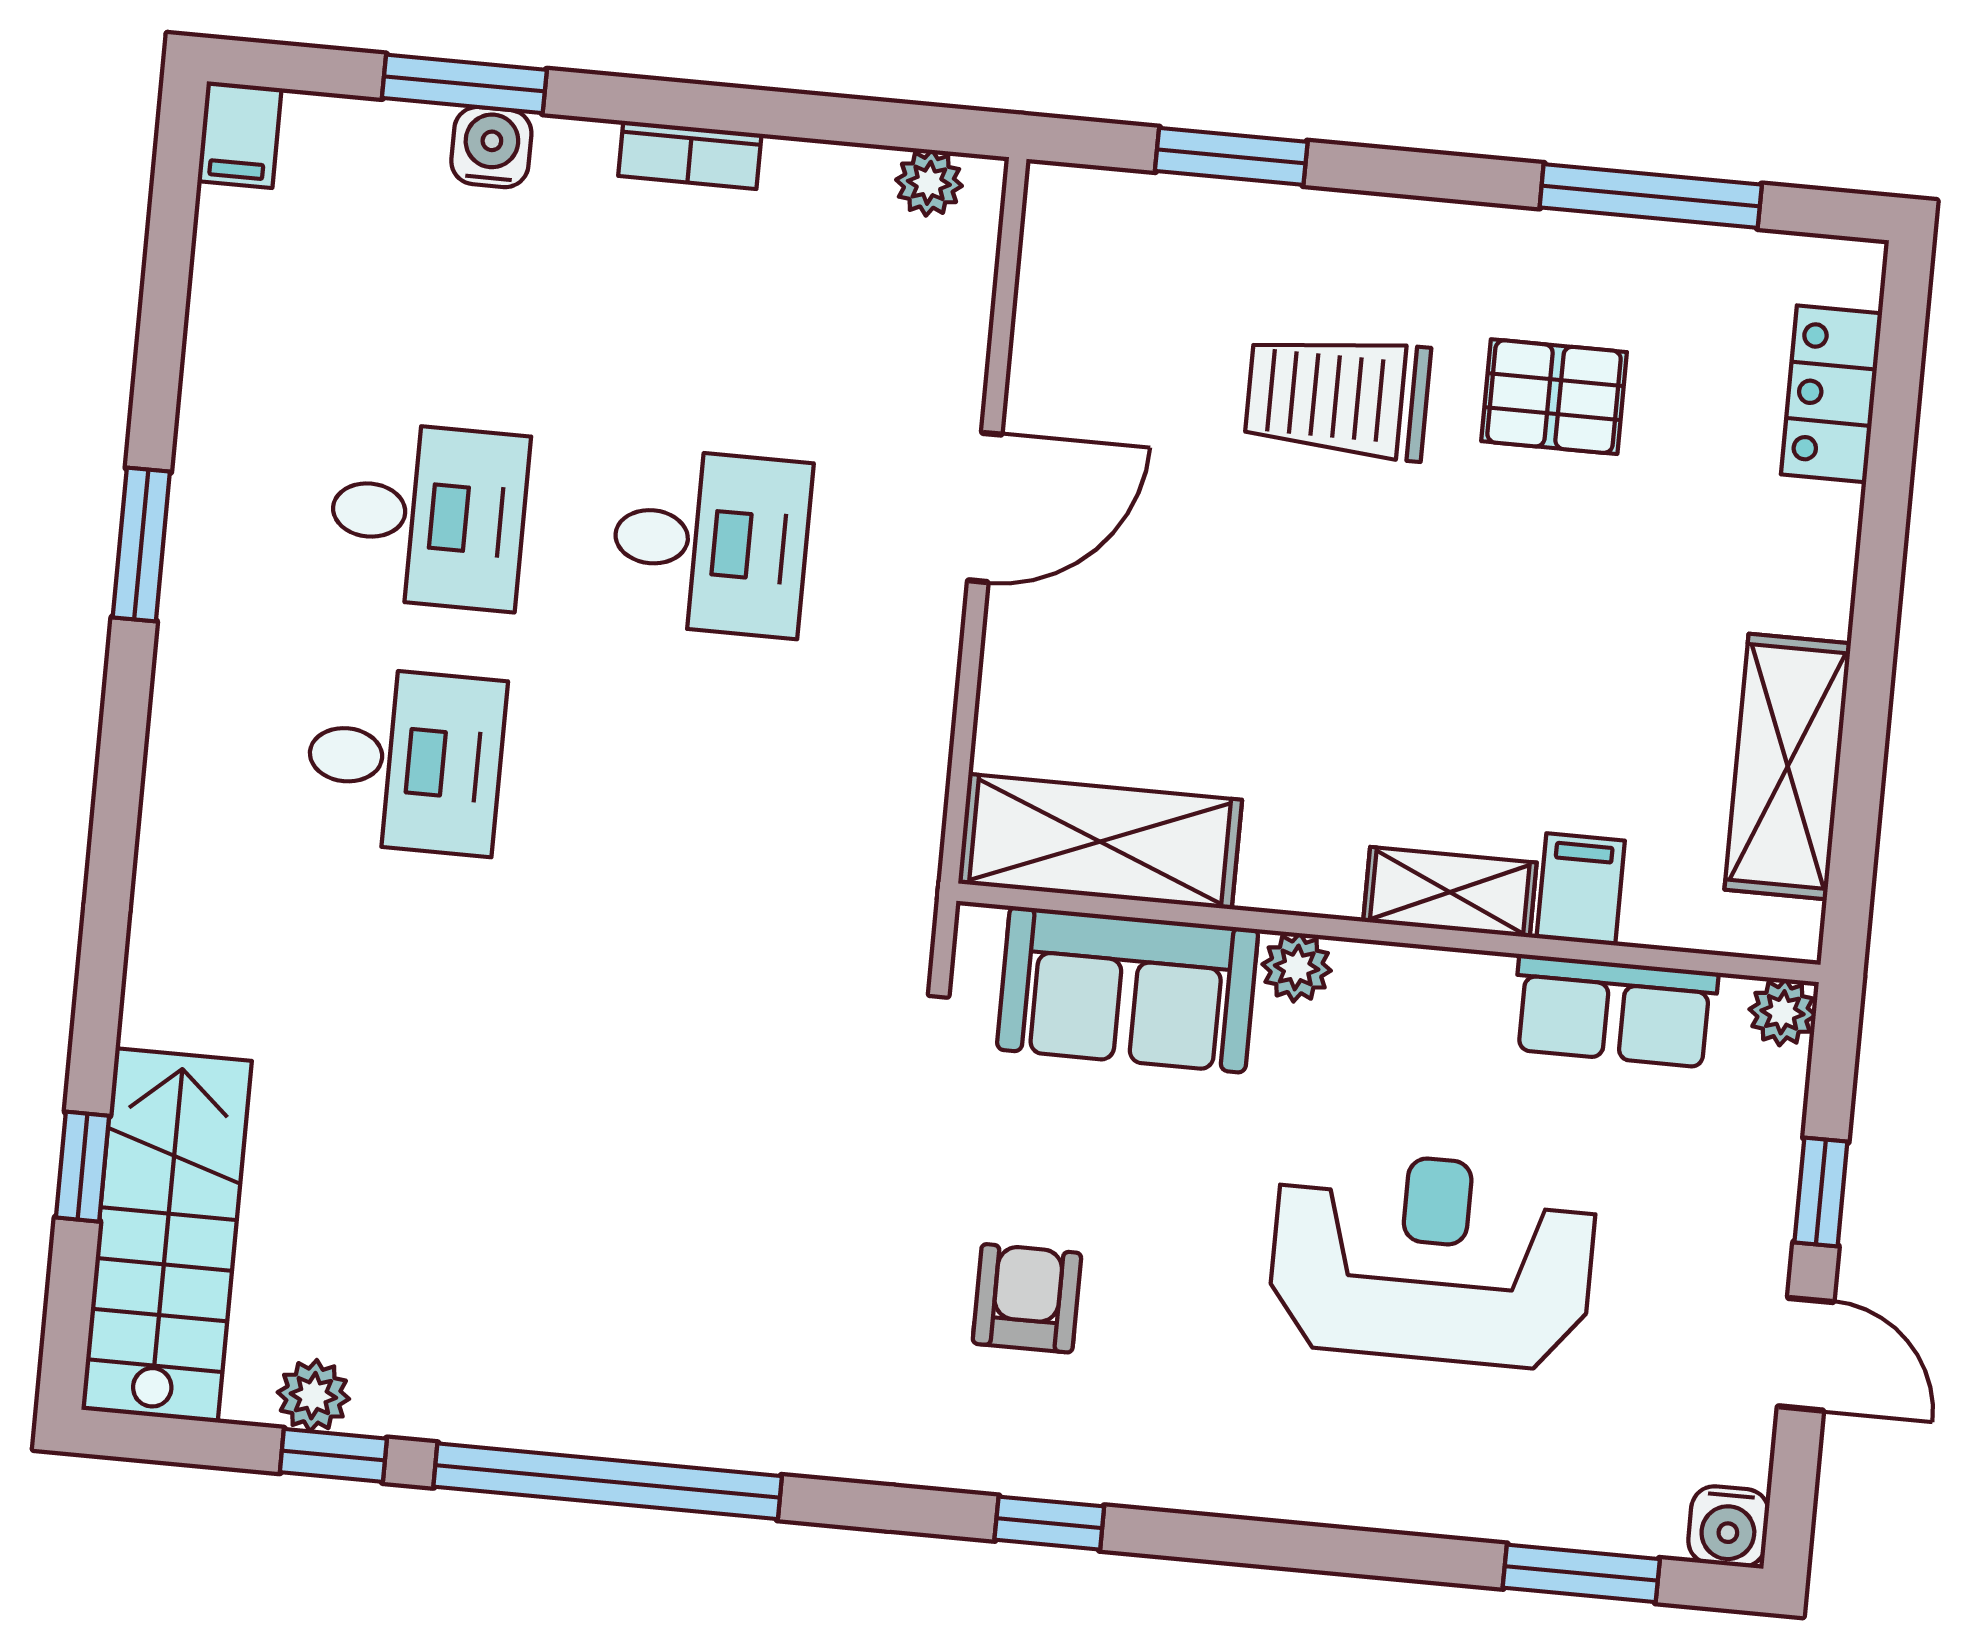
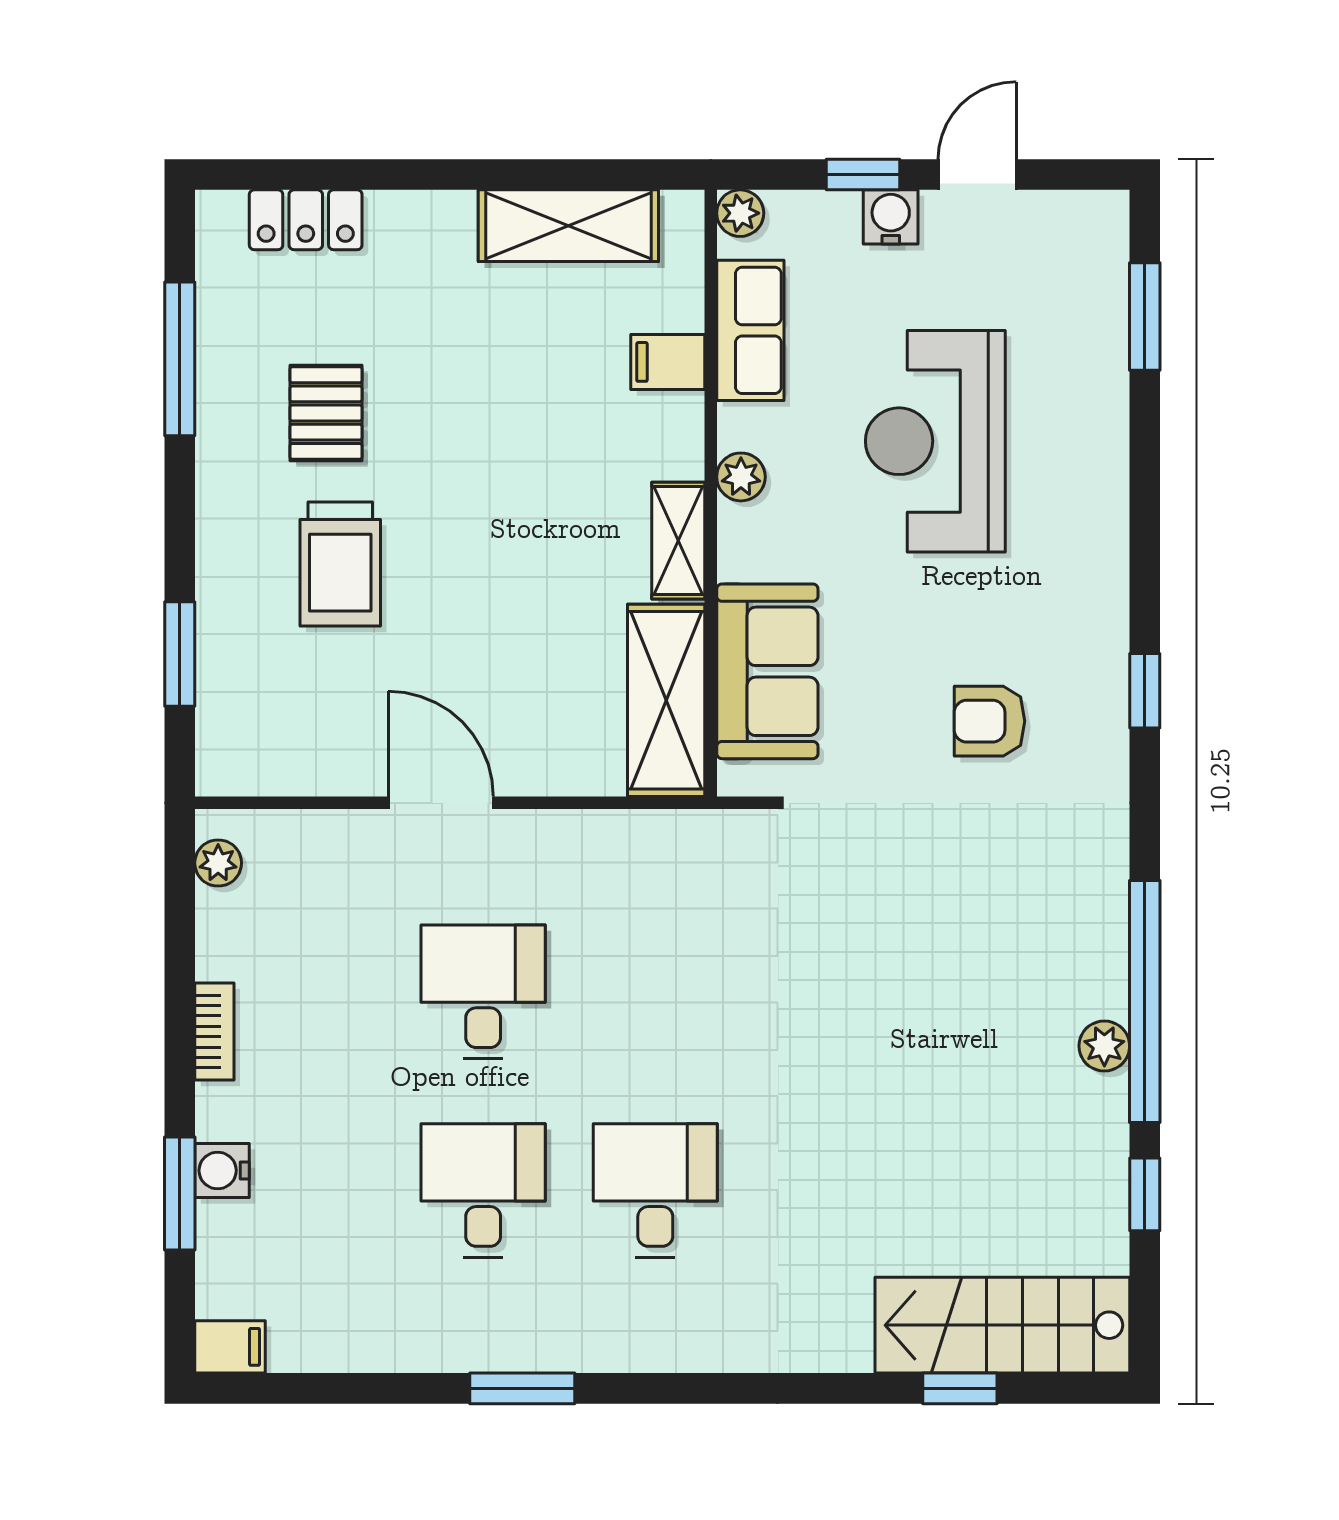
shelving: (1450, 892) -> (678, 541), moved
plant: (1297, 967) -> (741, 477), moved
plant: (313, 1396) -> (1104, 1046), moved
water cooler: (1728, 1526) -> (891, 217), moved, turned -90

